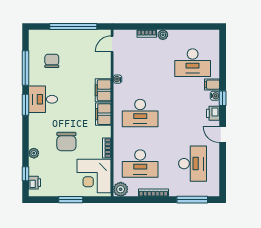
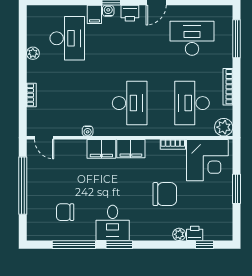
plant: (163, 35) -> (33, 53), moved
desk: (140, 164) -> (192, 103), turned 180
printer: (35, 183) -> (195, 233), moved

